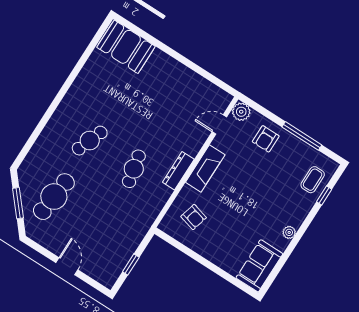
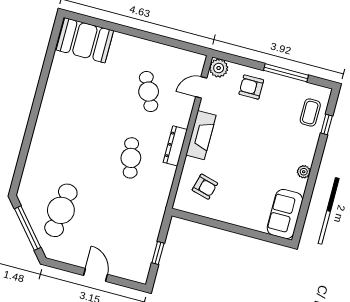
armchair: (266, 139) -> (251, 87), turned 90
cafe table: (90, 141) -> (149, 92), moved, turned -45
window: (18, 203) -> (28, 228), width x1.44

